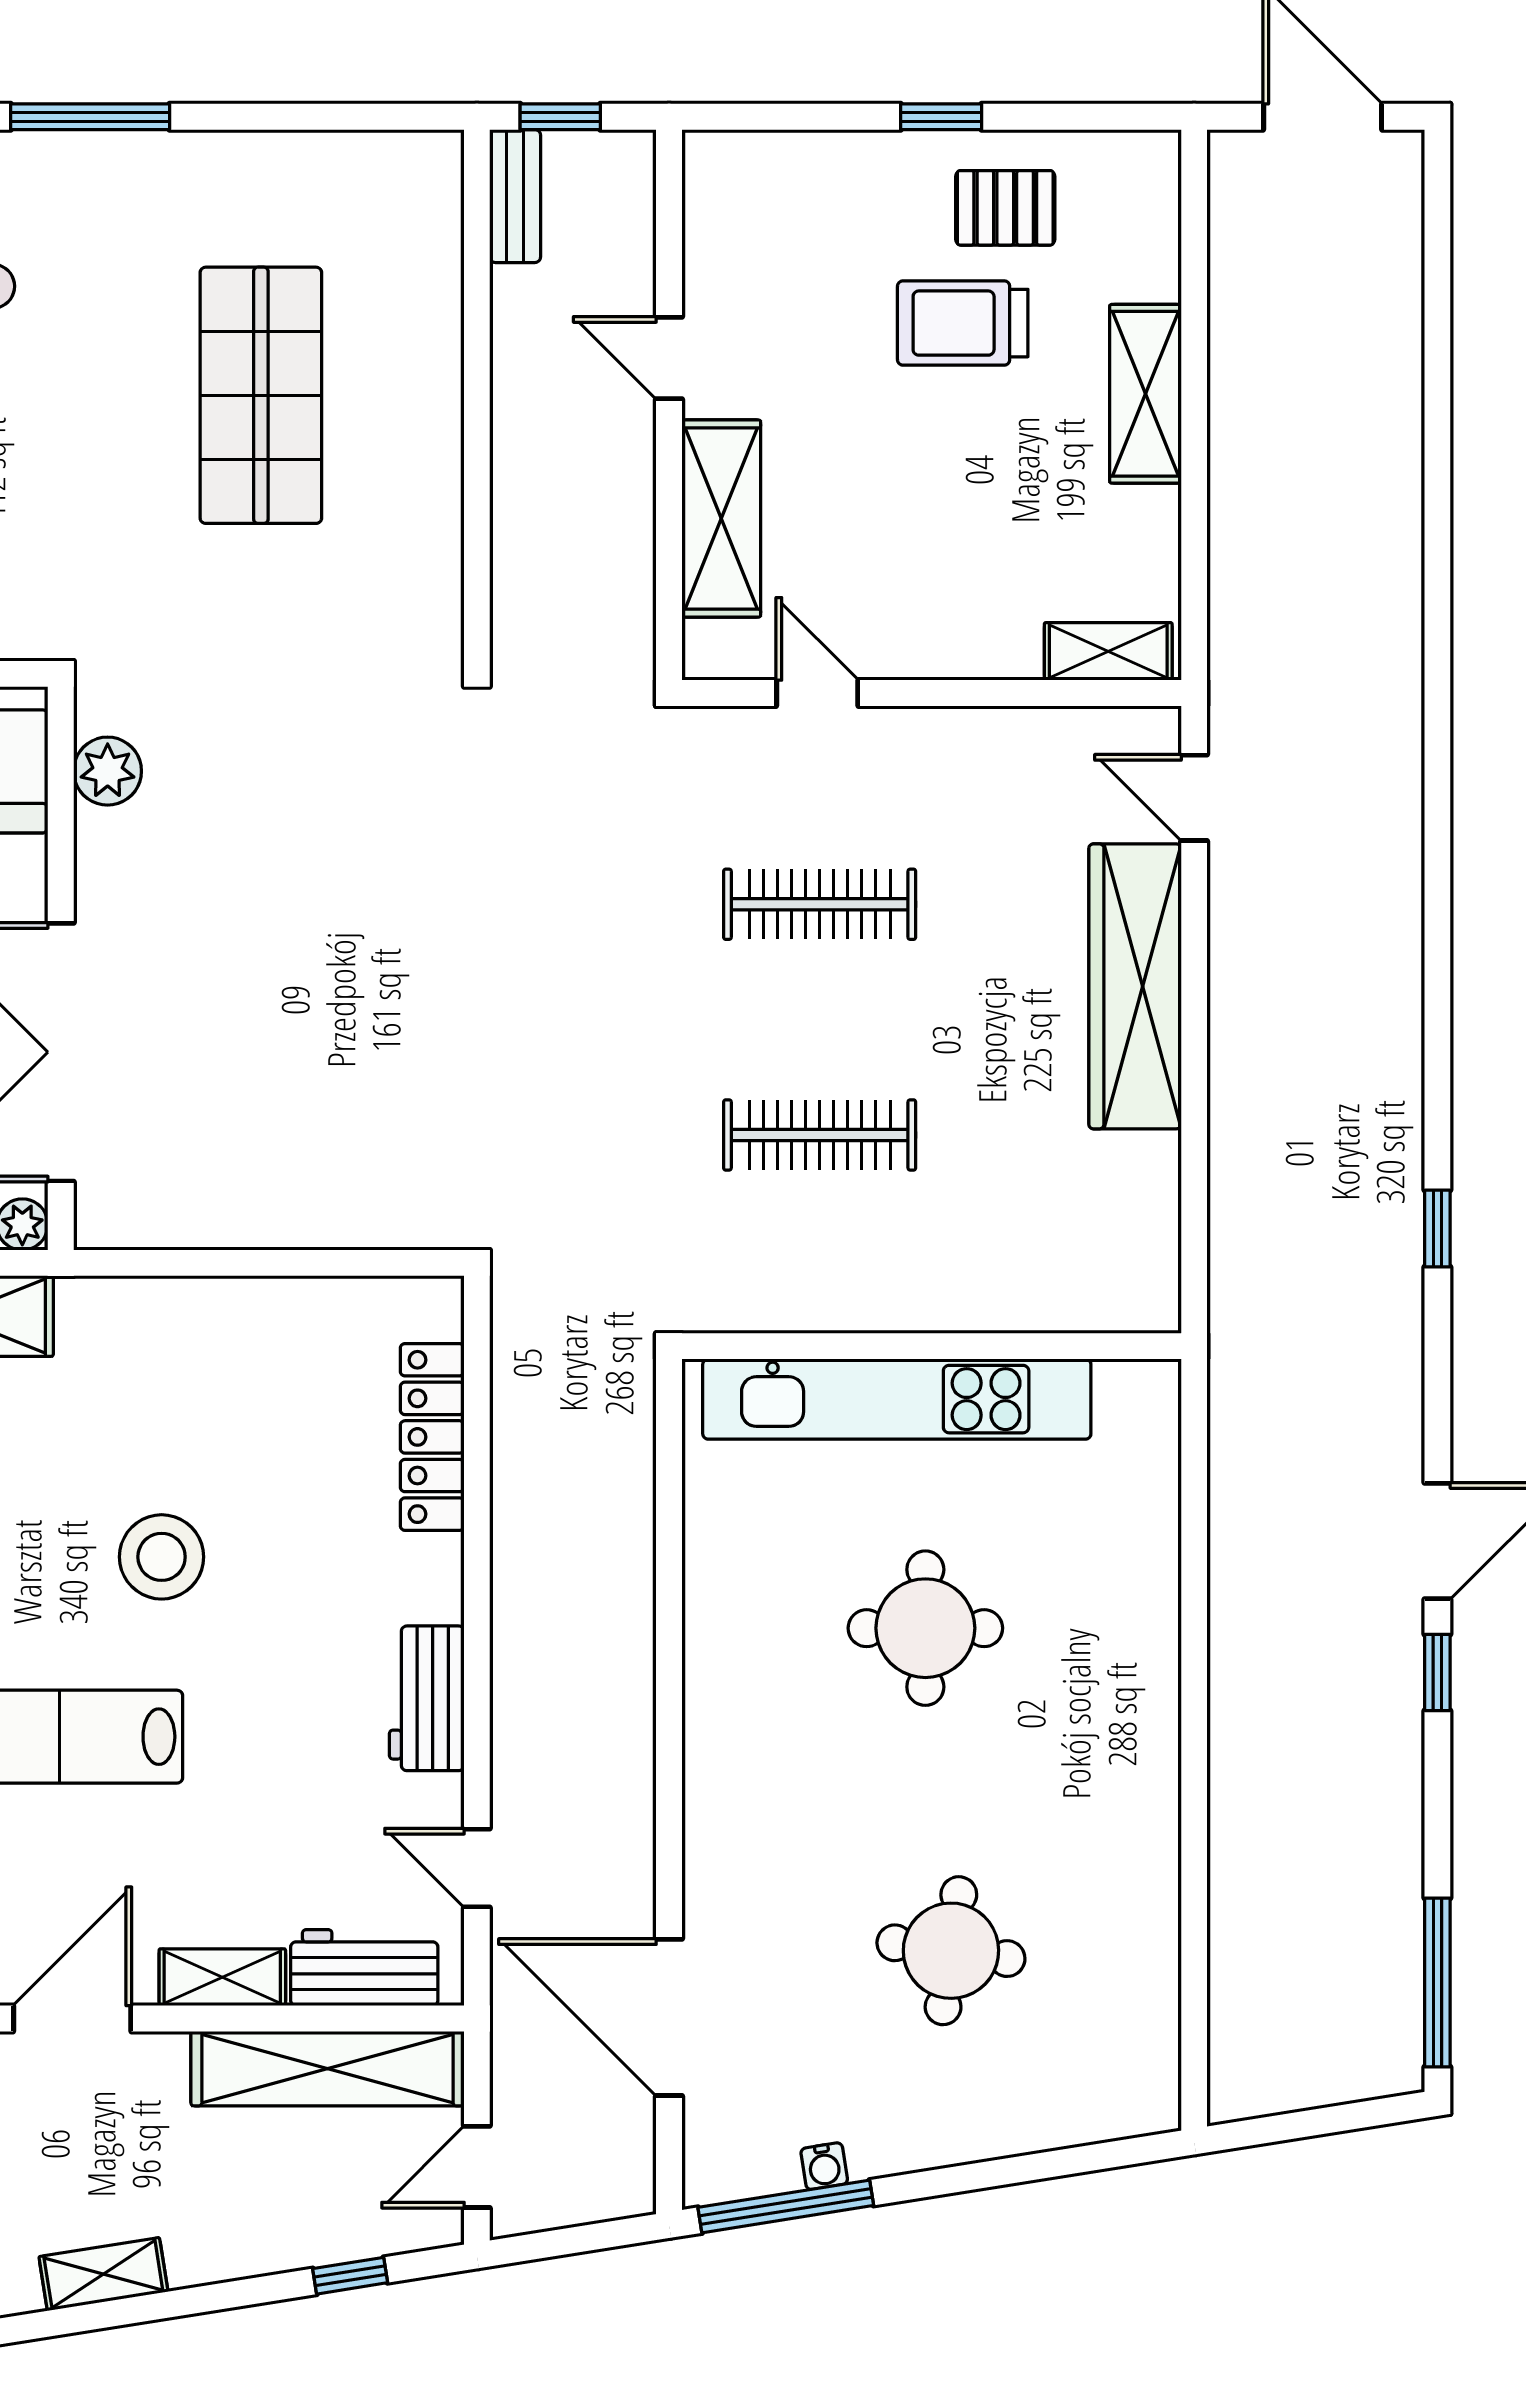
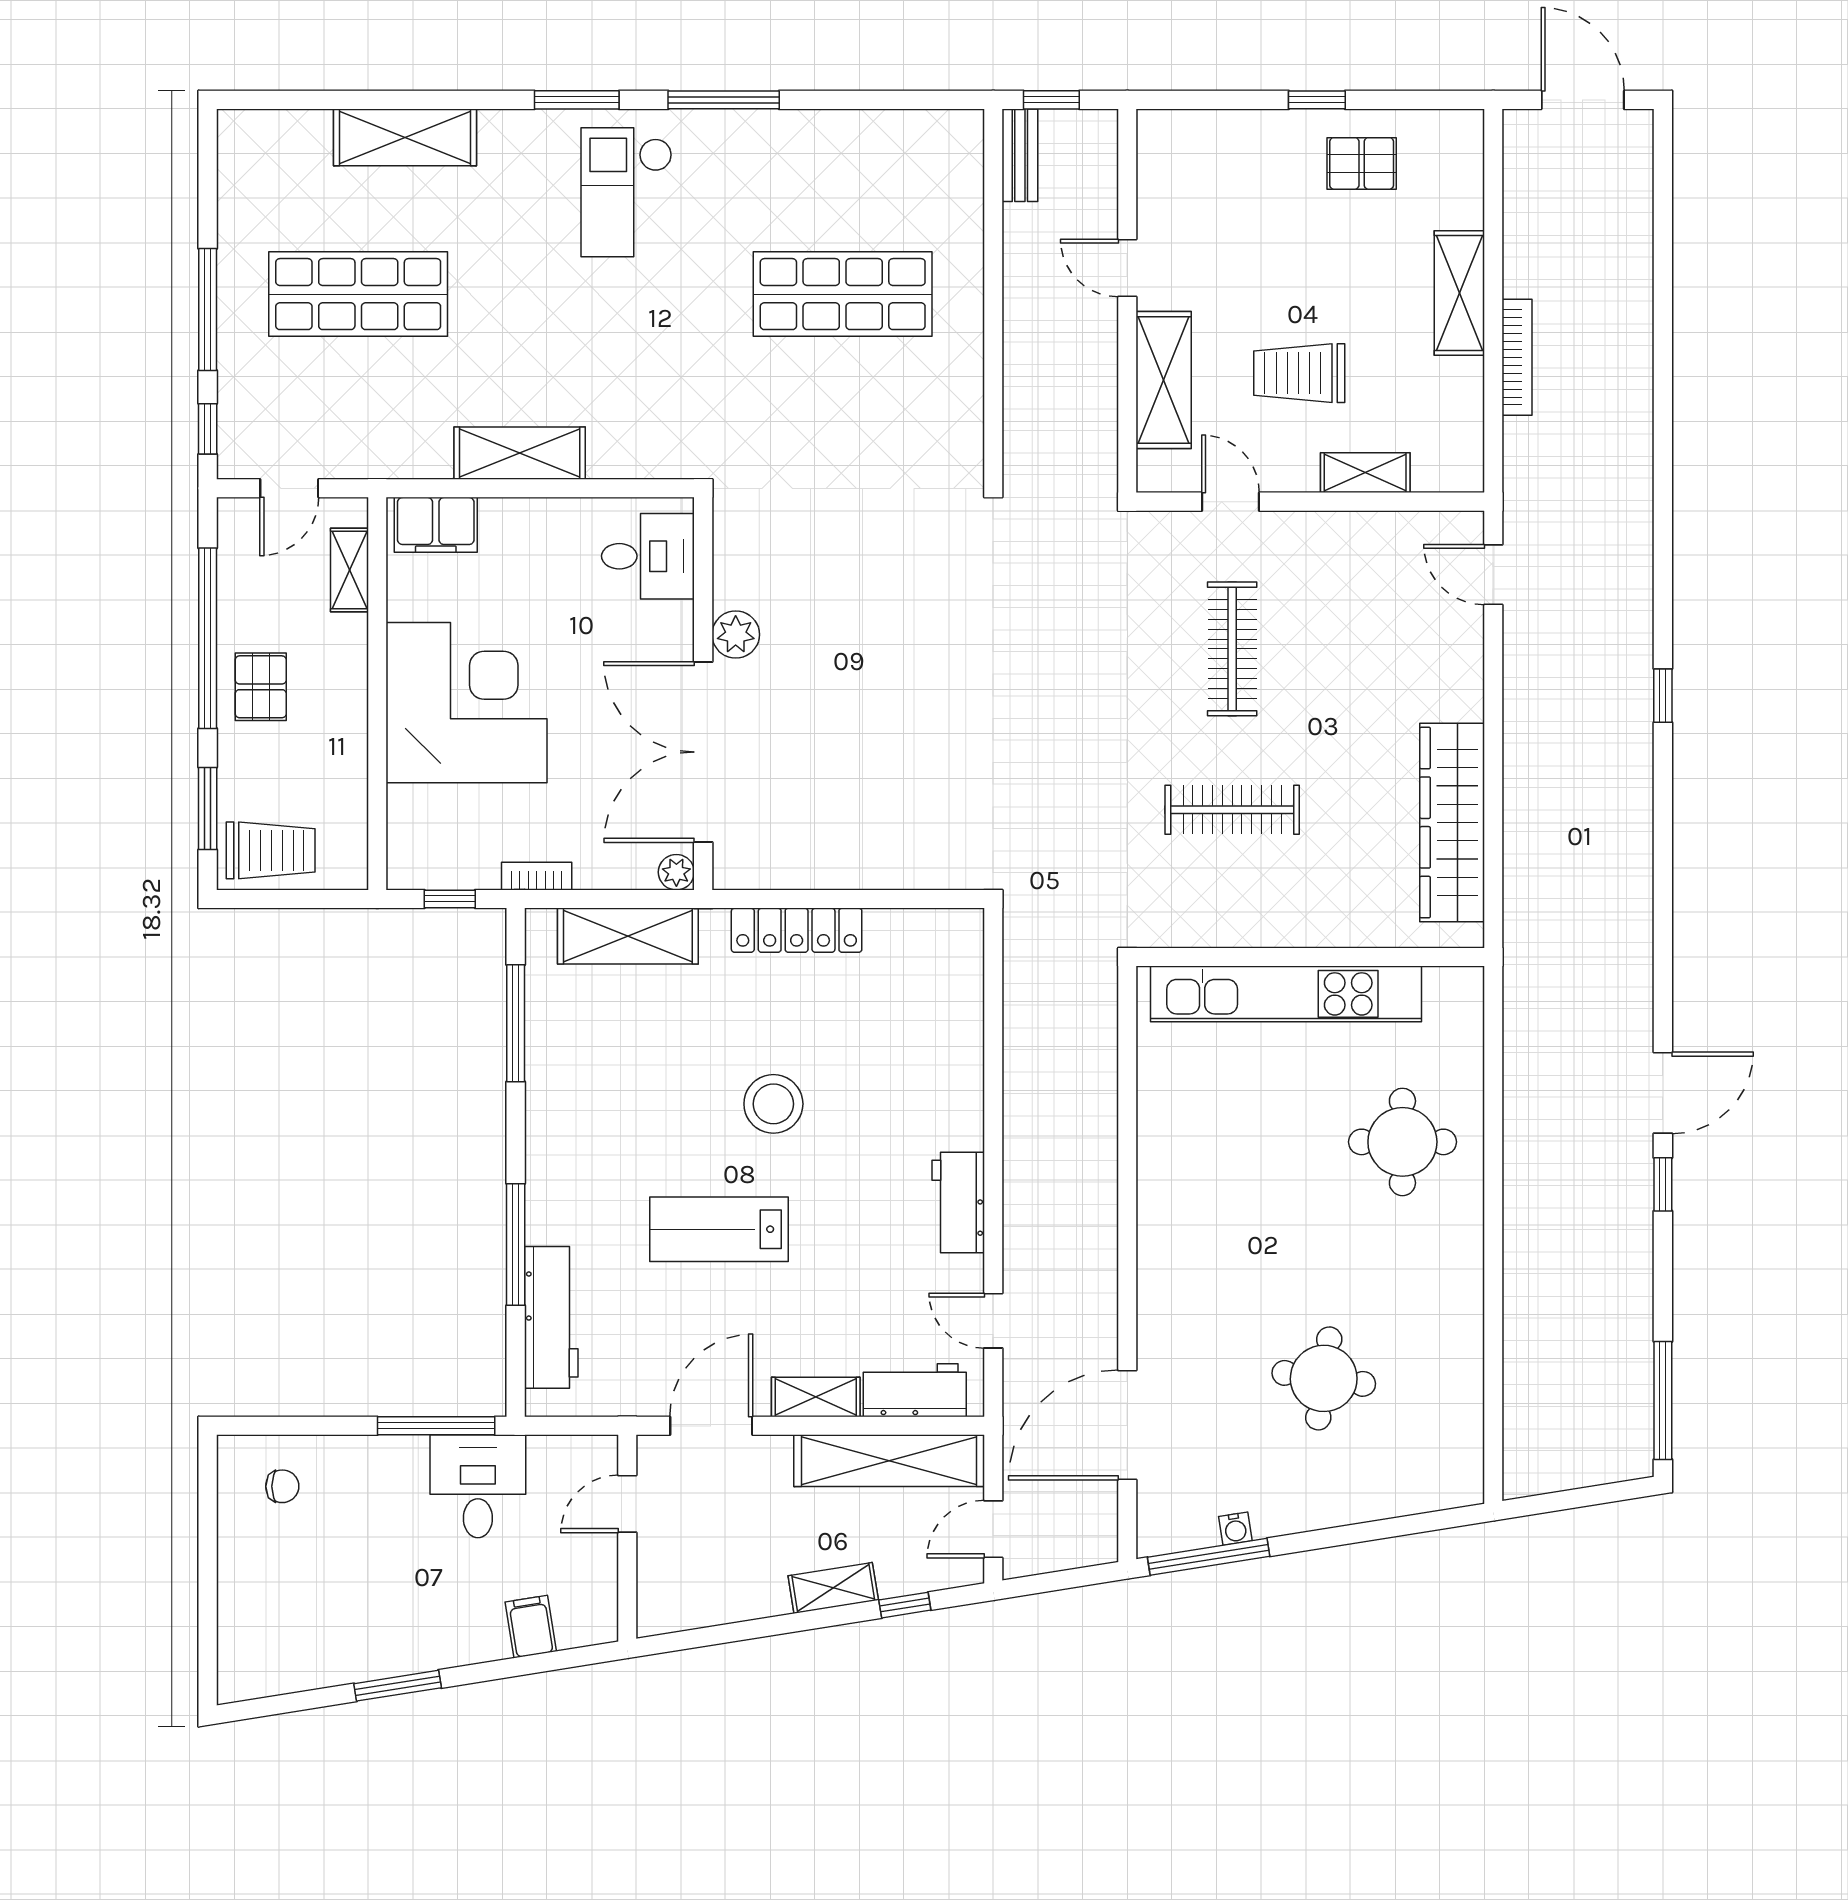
trolley: (963, 323) -> (1299, 373), moved
shop shelf: (261, 395) -> (843, 294), turned 90
bookcase: (1228, 486) -> (1517, 357), added
shelving: (1108, 651) -> (1365, 473), moved
plant: (108, 771) -> (736, 635), moved
clothes rail: (820, 904) -> (1232, 649), turned 90
wardrobe: (1135, 986) -> (1452, 823), moved
window: (1437, 1229) -> (1663, 696), moved
locker: (432, 1437) -> (797, 930), moved, turned -90
round table: (925, 1628) -> (1402, 1142), moved
door: (669, 2017) -> (1127, 1425), hinge flipped
shelving: (103, 2274) -> (833, 1588), moved

